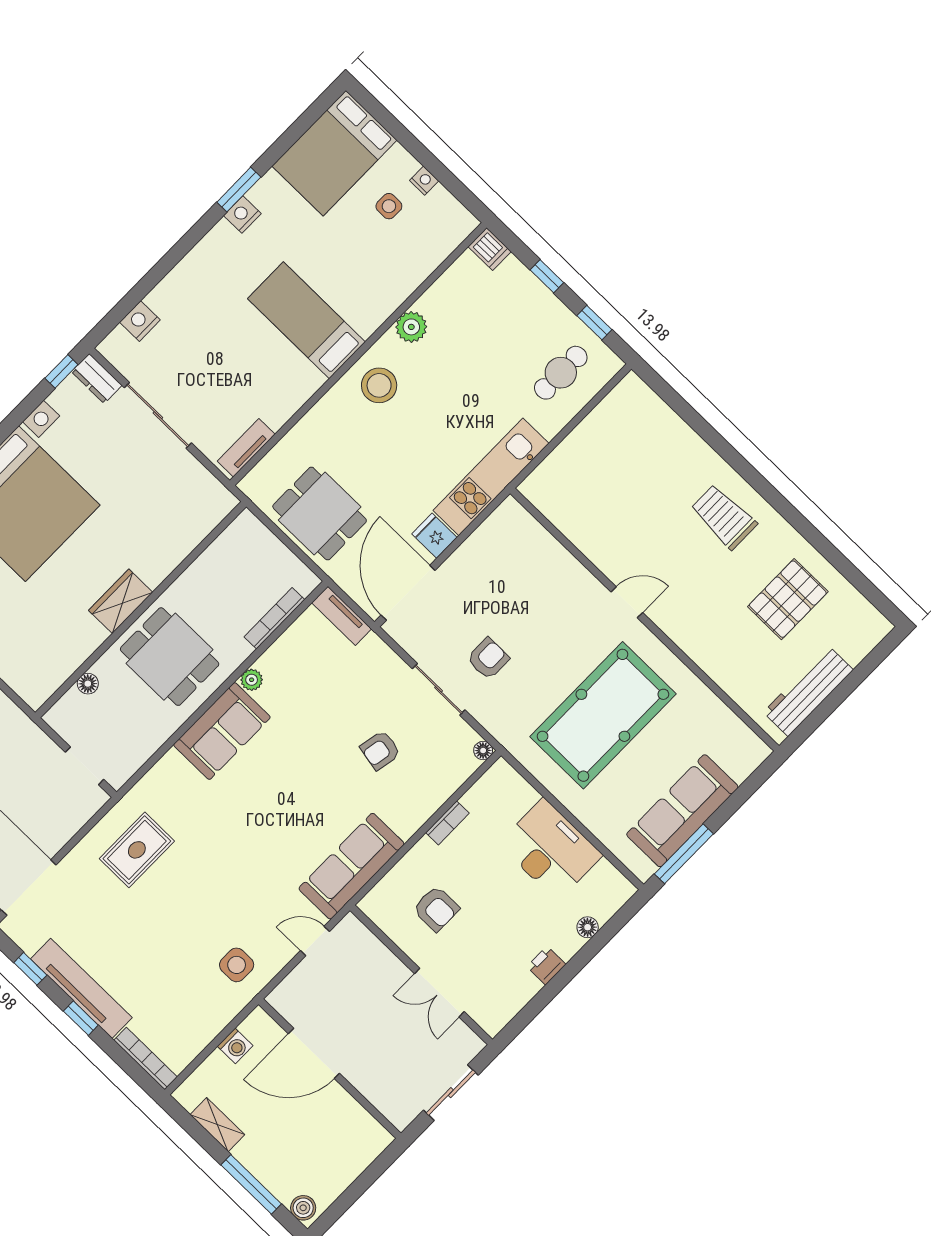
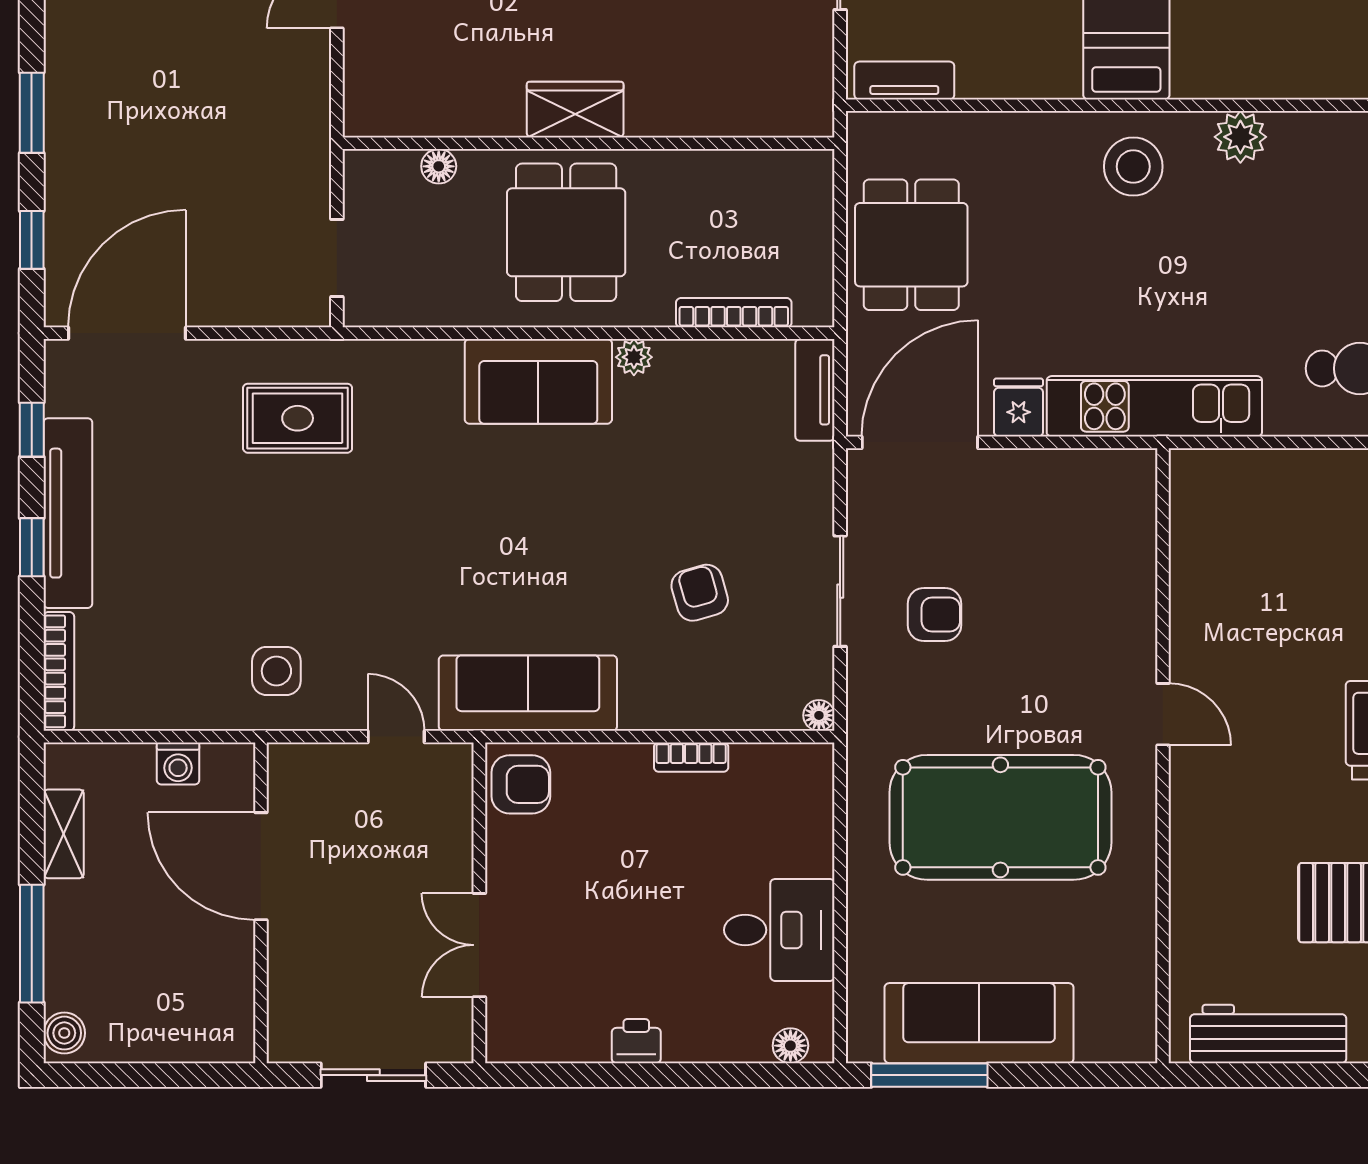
armchair: (380, 750) -> (700, 593), turned 63
desk: (550, 849) -> (779, 930), width x0.73
armchair: (436, 909) -> (521, 784), moved, turned -90
floor lamp: (588, 927) -> (790, 1046), moved

